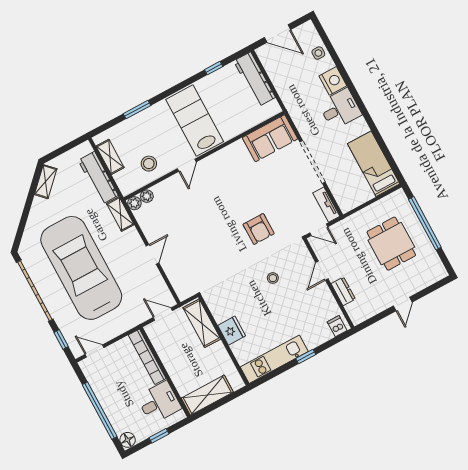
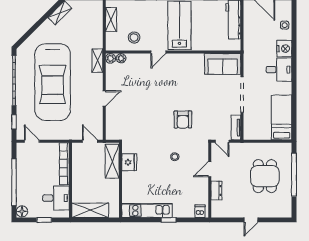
workbench: (98, 178) -> (96, 29), removed
car: (81, 268) -> (53, 82), turned 180
fridge: (232, 331) -> (129, 162), moved

